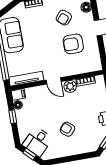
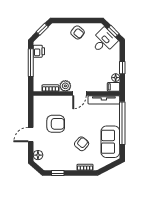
armchair: (64, 18) -> (82, 144), moved
door: (54, 81) -> (79, 94), swing flipped
armchair: (67, 129) -> (78, 32), moved

